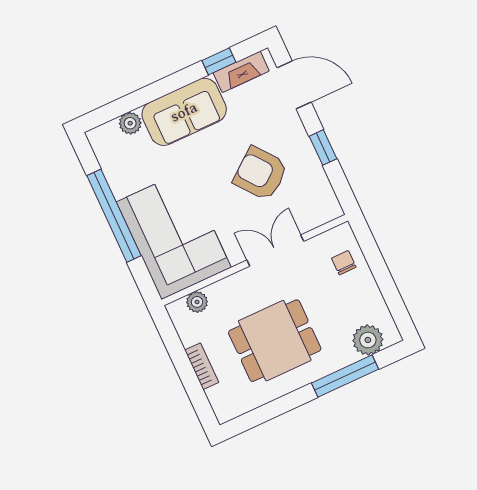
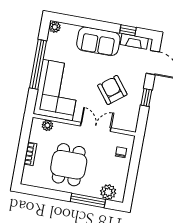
plant: (130, 123) -> (55, 27), moved
dining table: (275, 341) -> (69, 165), turned 90

